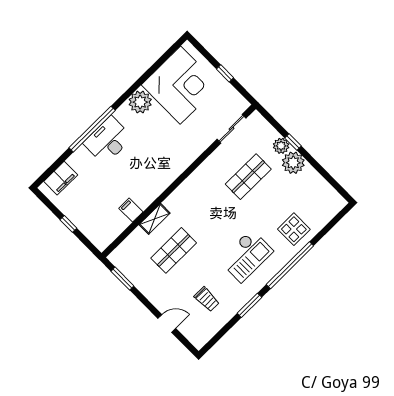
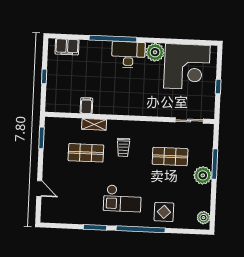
desk: (108, 140) -> (128, 55), moved
window: (293, 142) -> (215, 164), width x2.17
plant: (281, 146) -> (204, 218), moved
trolley: (207, 299) -> (123, 147), moved

